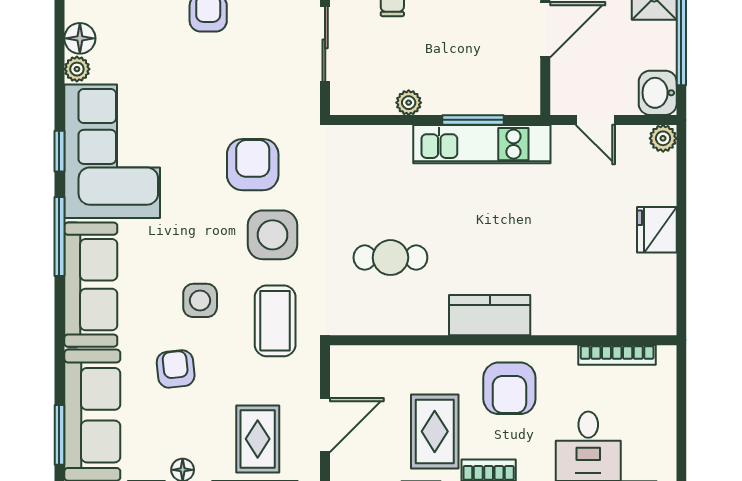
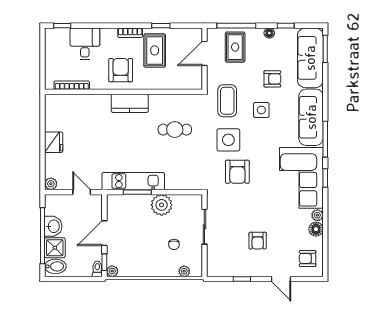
washbasin: (658, 93) -> (53, 226), moved
plant: (409, 103) -> (162, 205), width x1.87, depth x1.87
armchair: (176, 369) -> (272, 79), turned -84

